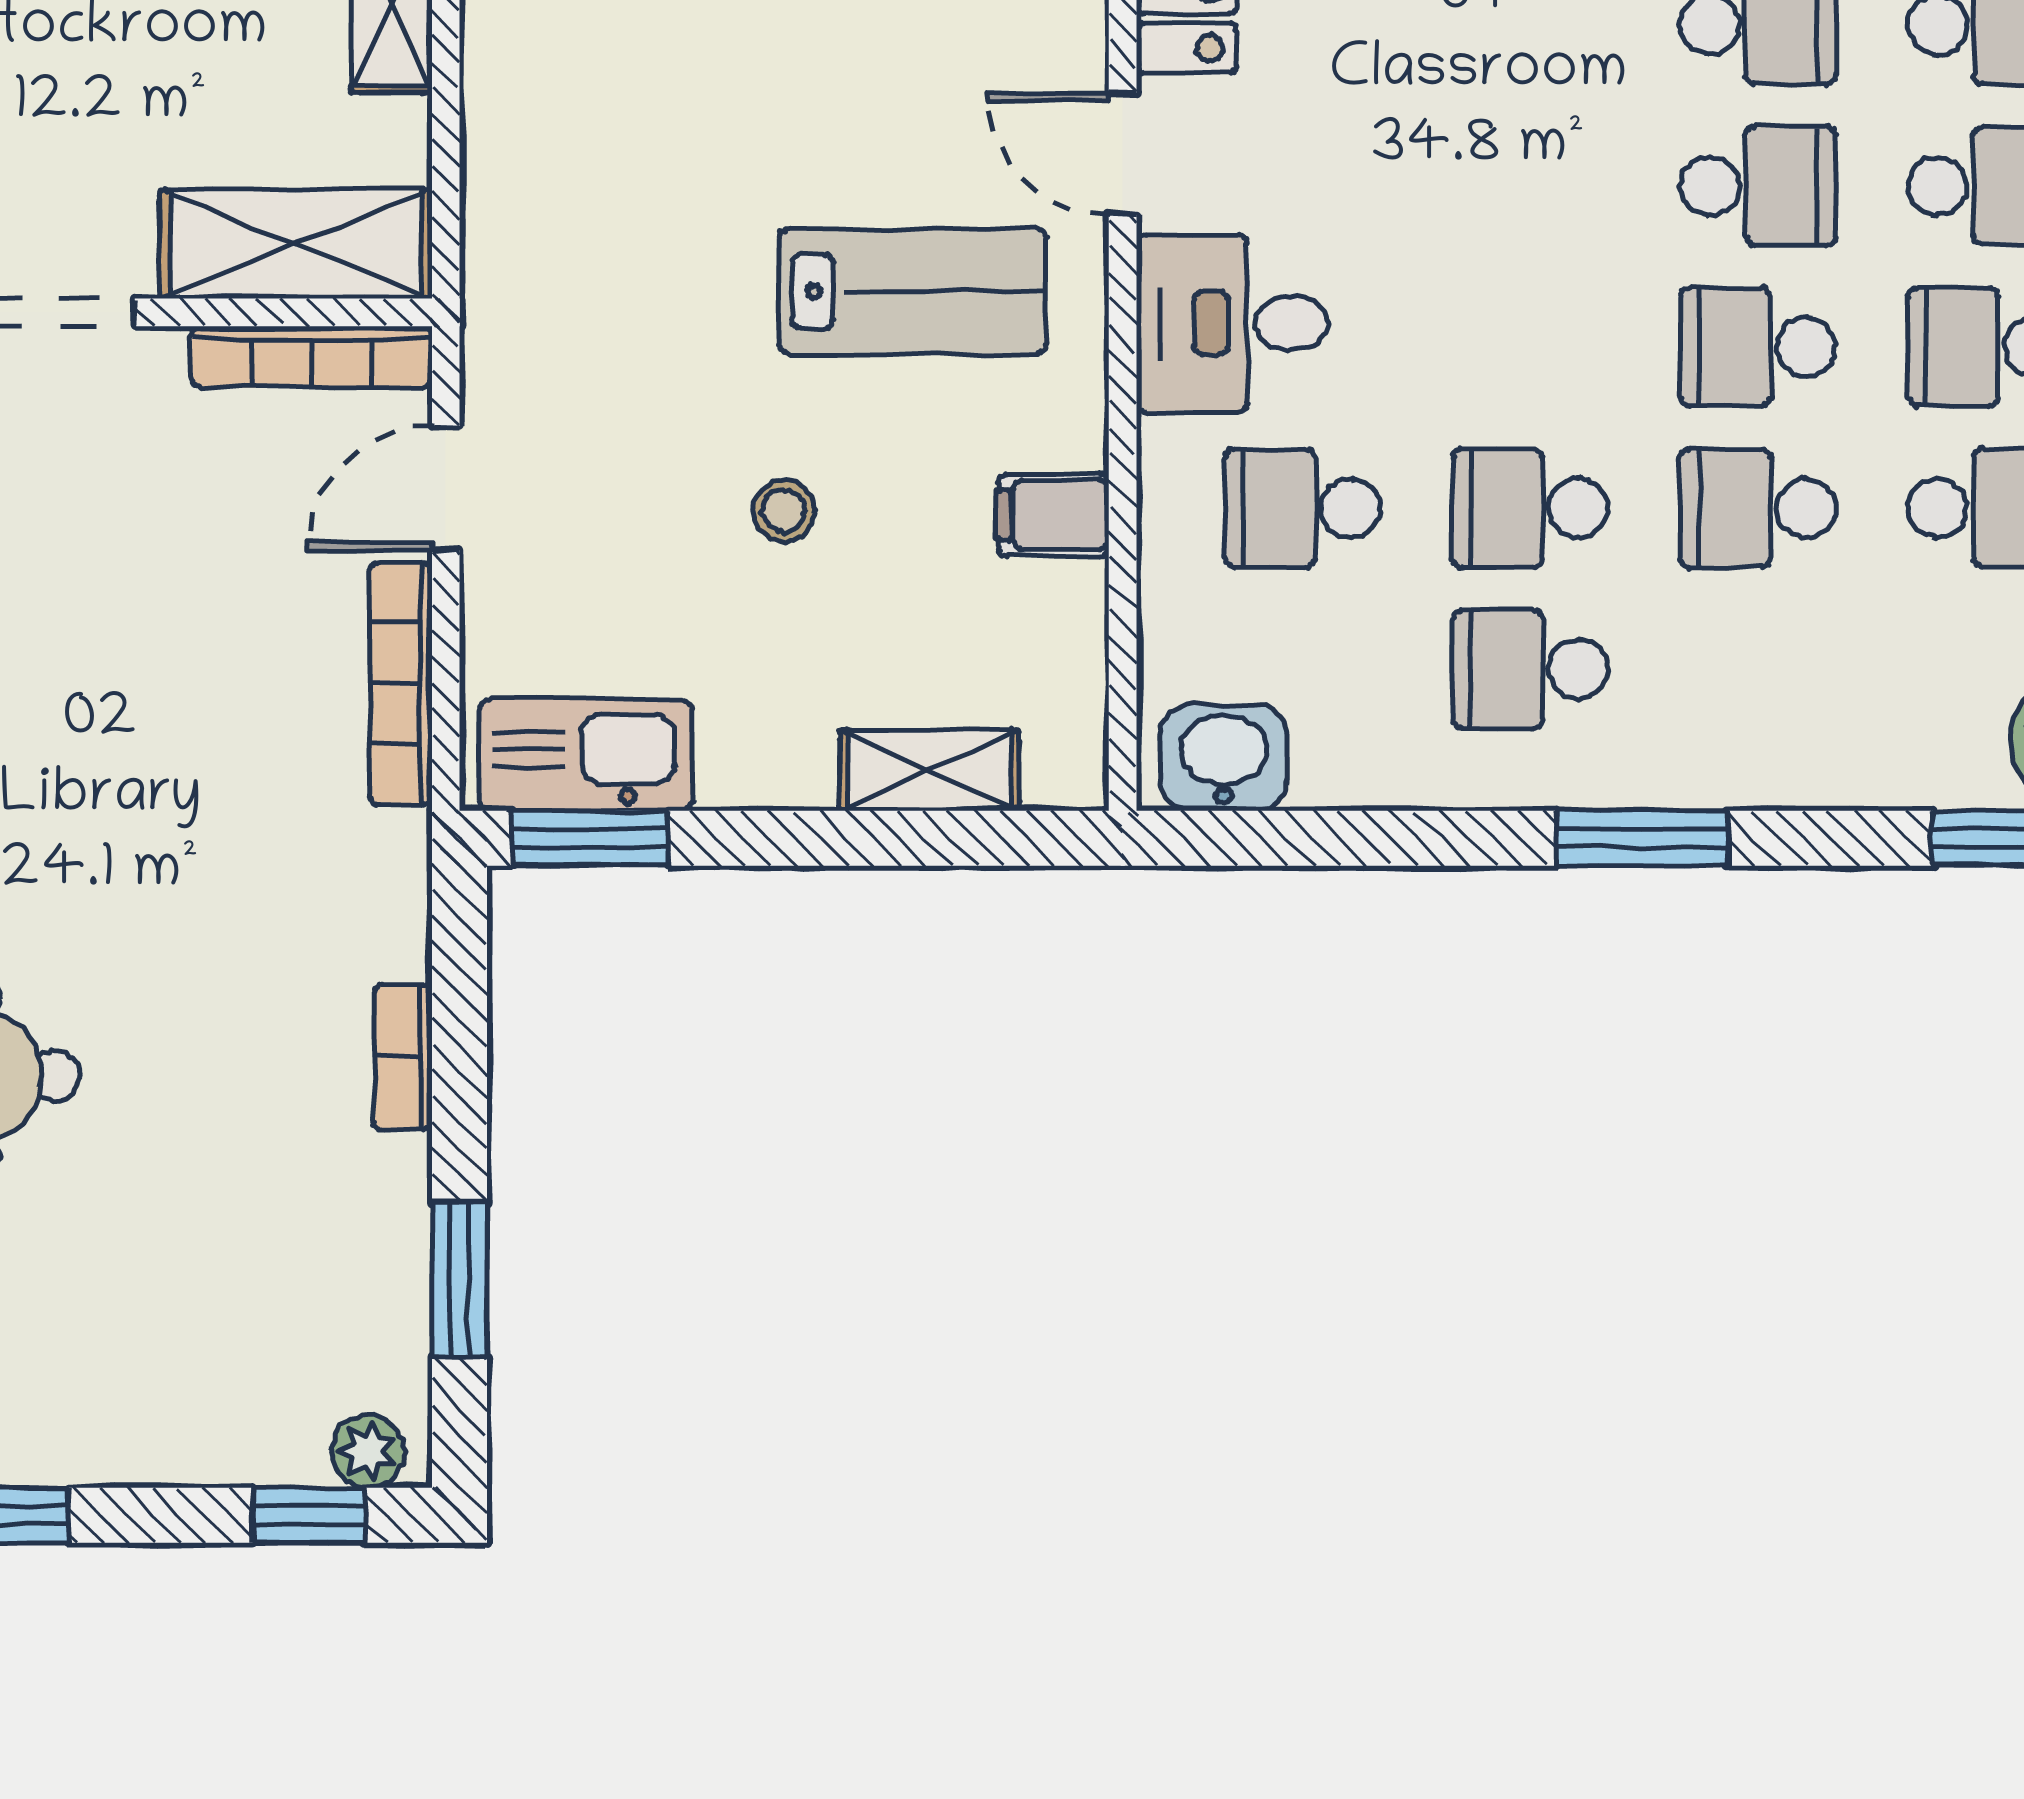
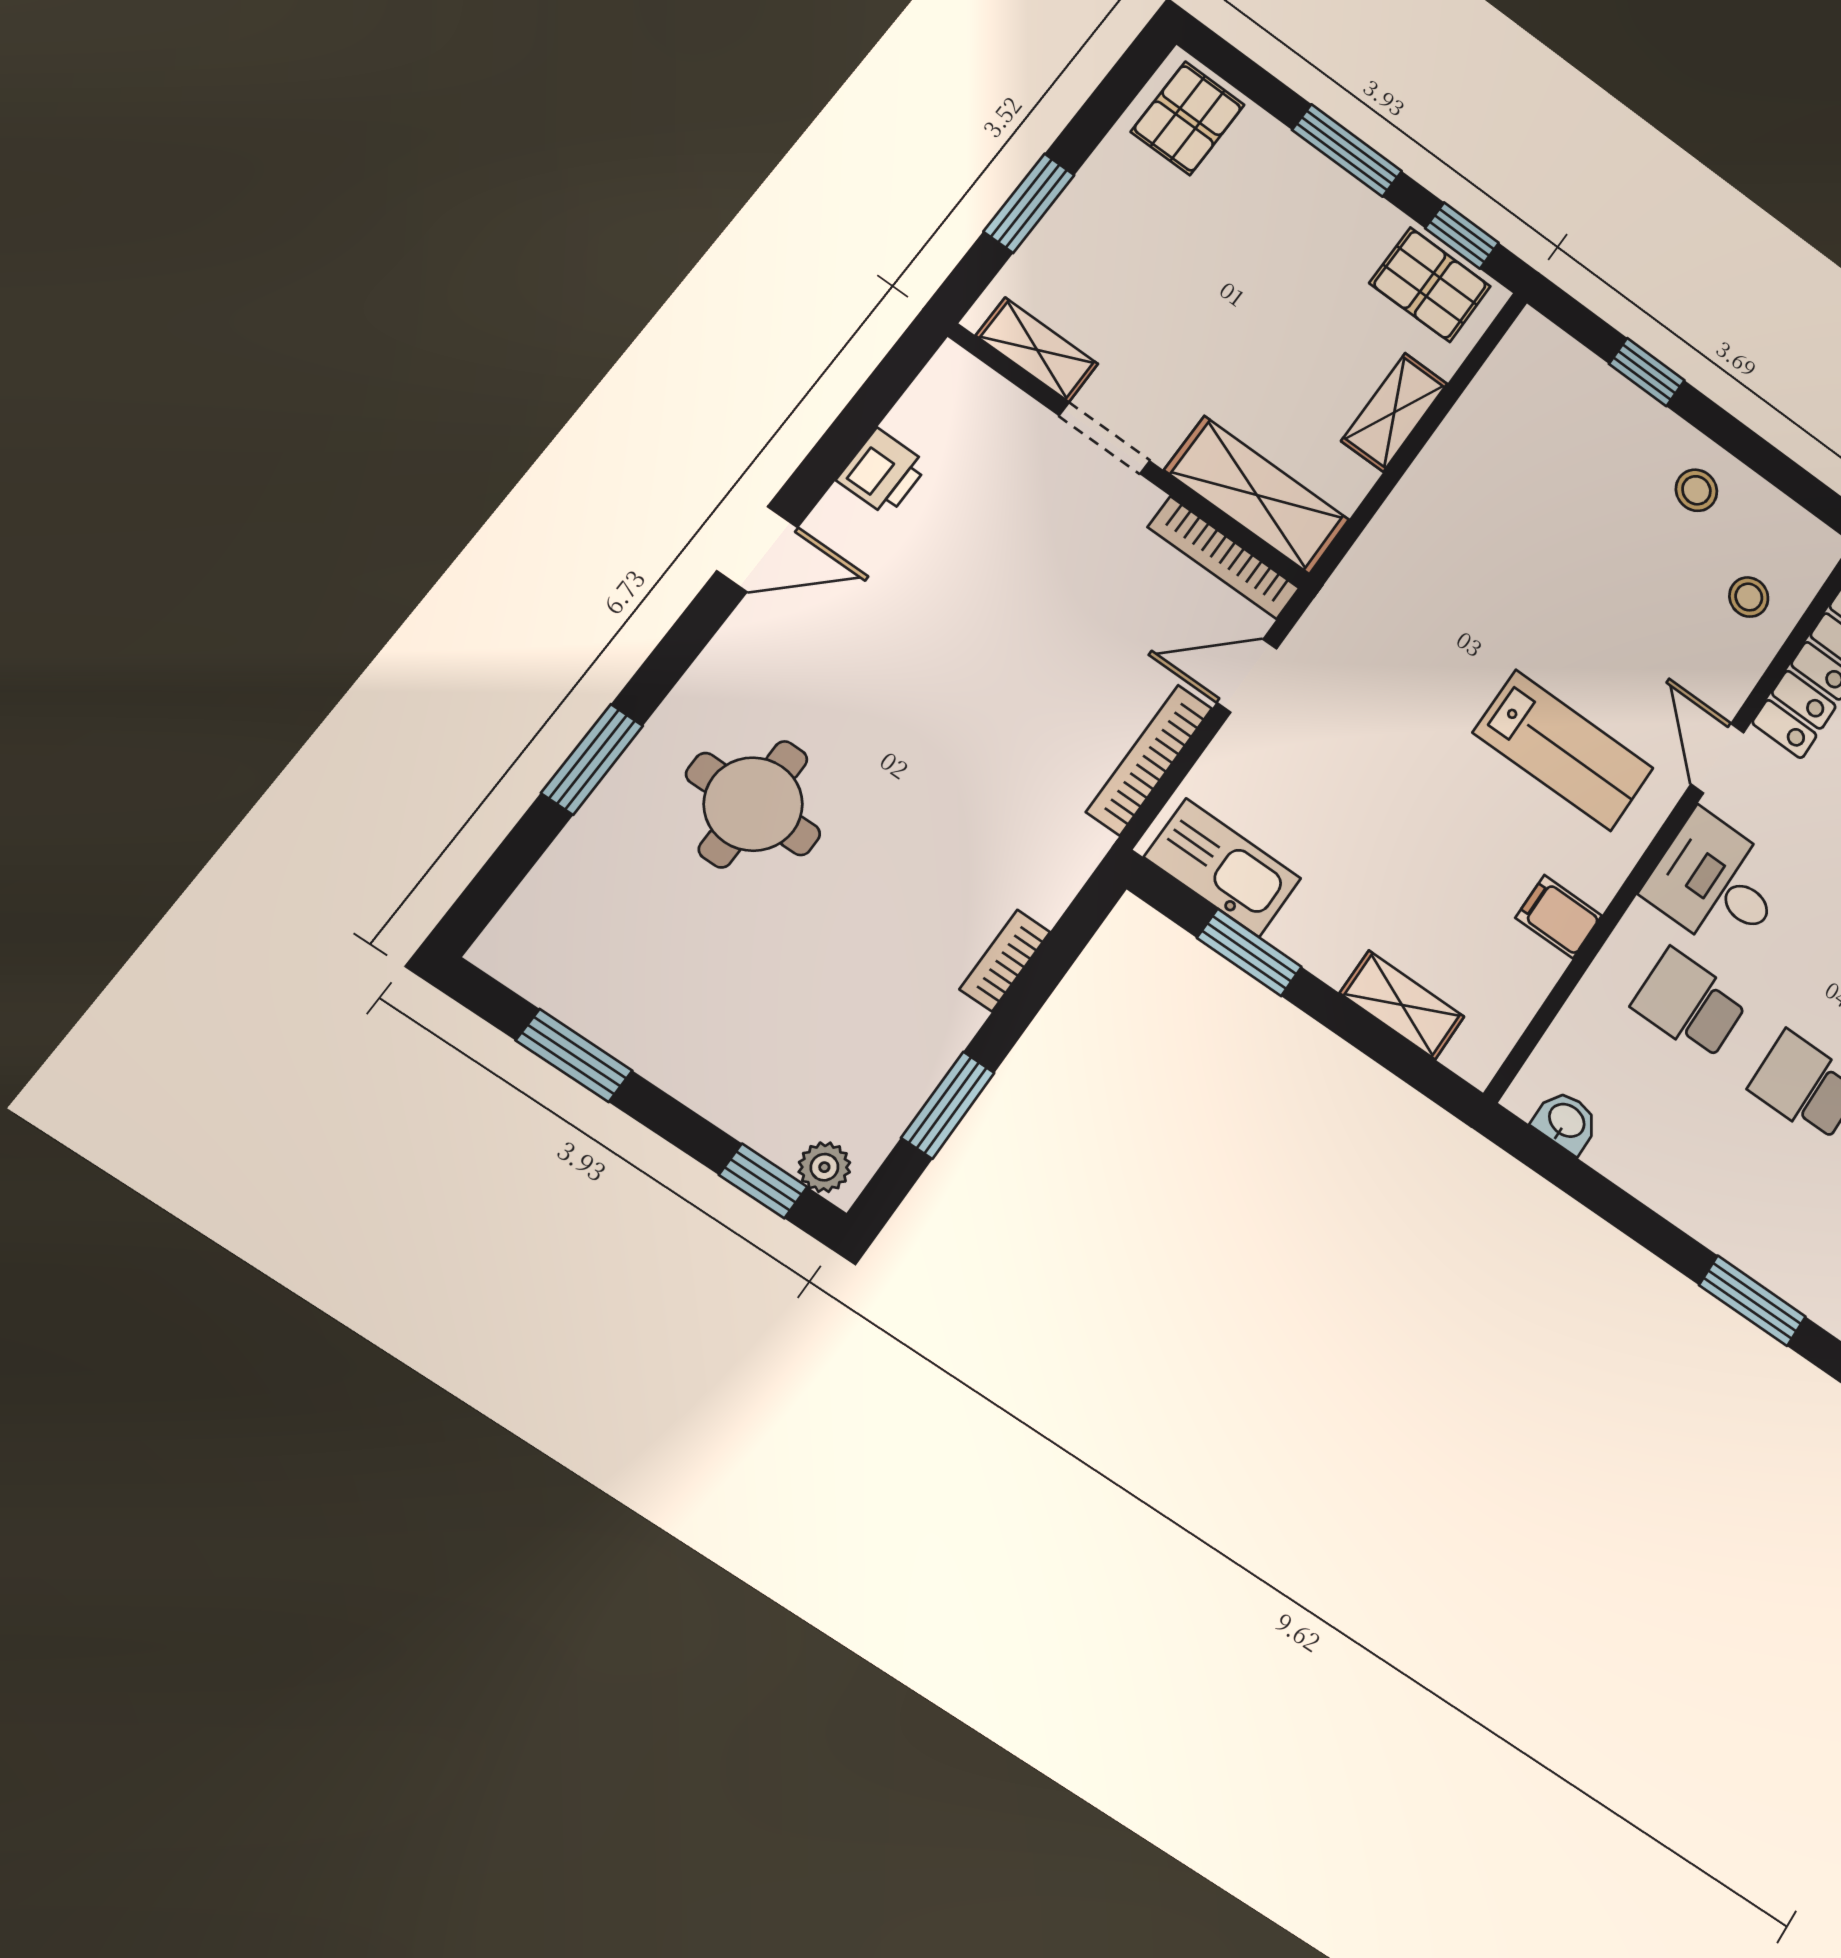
stool: (784, 511) -> (1419, 815), removed
school desk: (1530, 669) -> (1752, 1170), removed
washbasin: (1224, 757) -> (1566, 1122), width x0.72, depth x0.69
window: (590, 838) -> (1249, 952), moved

